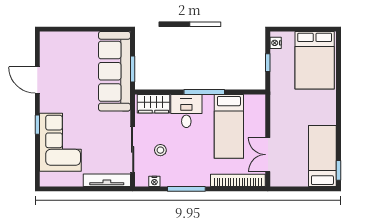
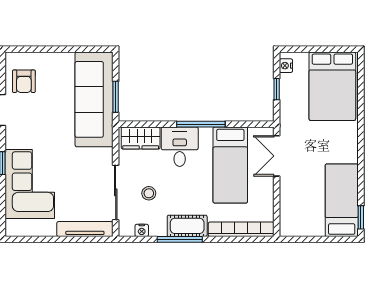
armchair: (56, 56) -> (24, 81), added
double door: (268, 155) -> (277, 156), moved
cot: (193, 177) -> (187, 226), added

